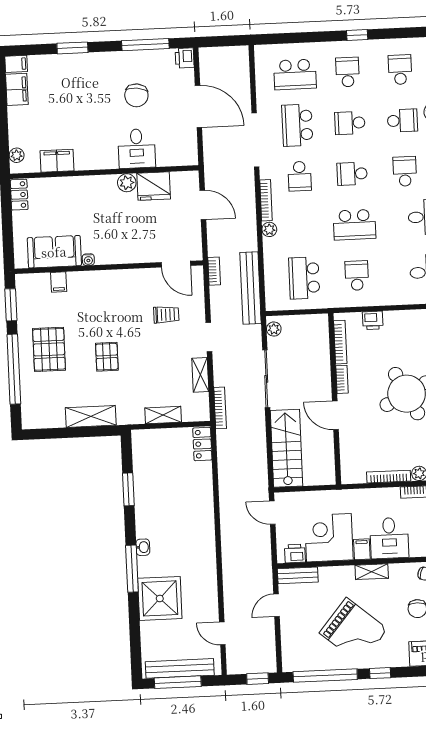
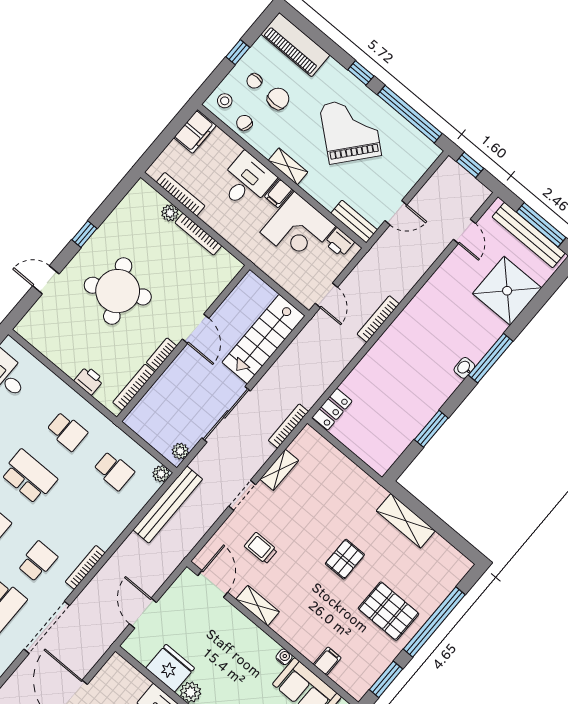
plant: (269, 229) -> (161, 474), moved
bookcase: (214, 271) -> (378, 319), moved, width x1.56
school desk: (357, 276) -> (67, 431), turned -90
school desk: (304, 278) -> (114, 471), width x0.54
pallet: (49, 349) -> (389, 611), turned 90
shelving: (163, 415) -> (258, 606), moved
shower: (160, 598) -> (507, 291), moved

